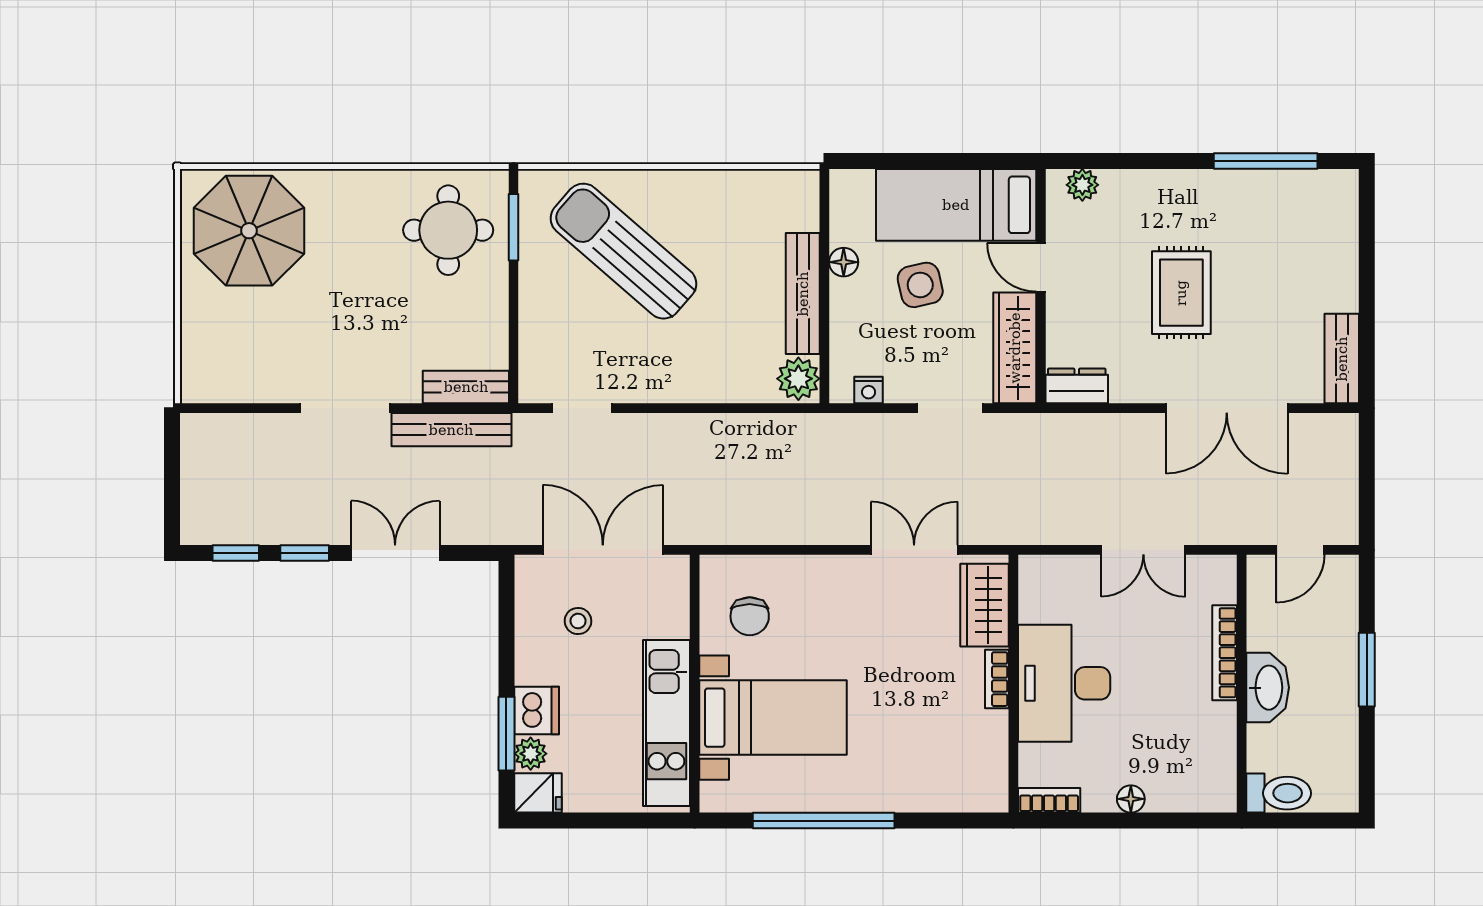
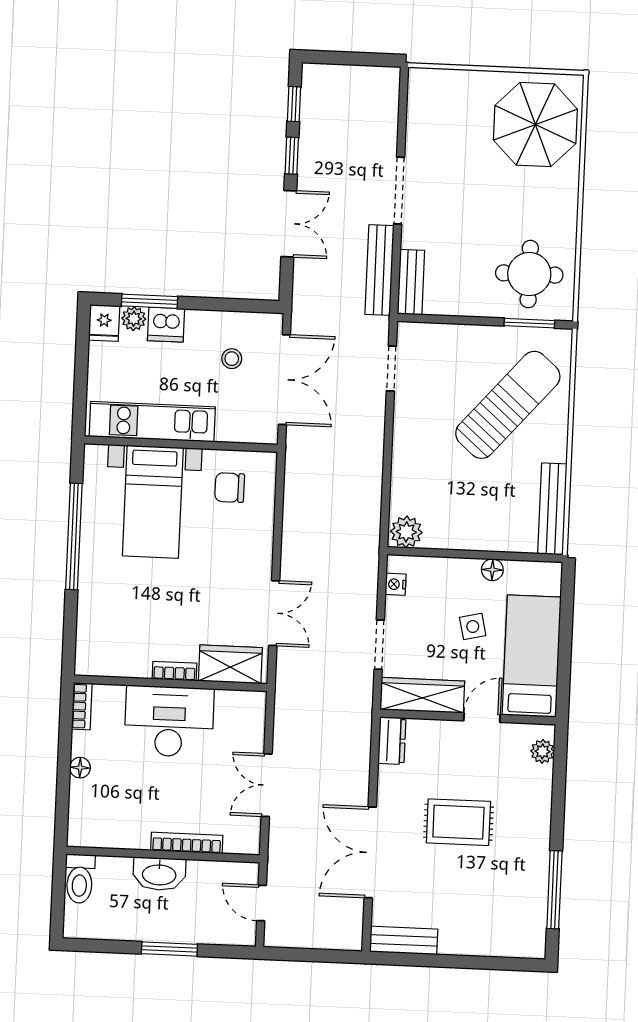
side table: (920, 285) -> (473, 626), width x0.73, depth x0.73
bench: (803, 294) -> (552, 509), moved, turned 90

